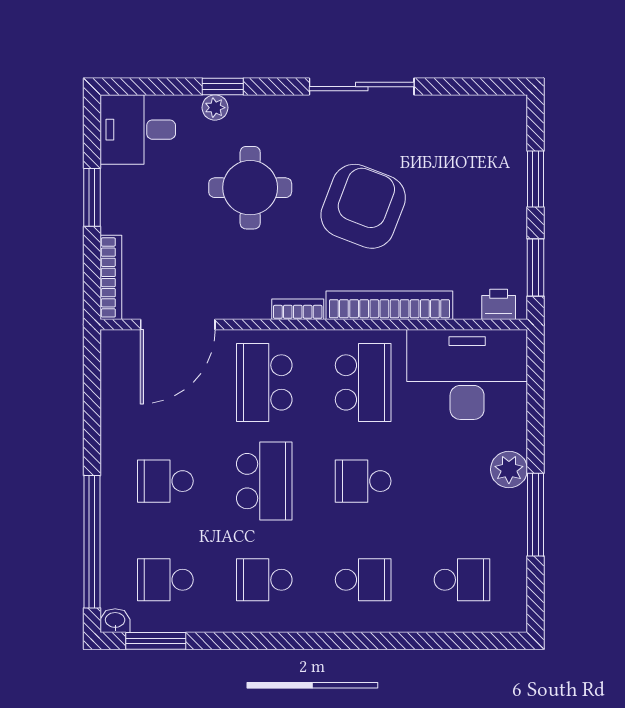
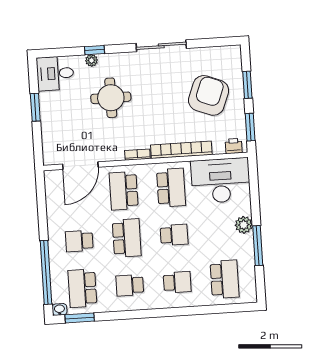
armchair: (363, 206) -> (209, 95), moved
bookcase: (111, 277) -> (47, 145), removed
school desk: (363, 481) -> (174, 235), turned 180
school desk: (165, 580) -> (82, 288), width x1.85
school desk: (462, 580) -> (225, 279), width x1.85

